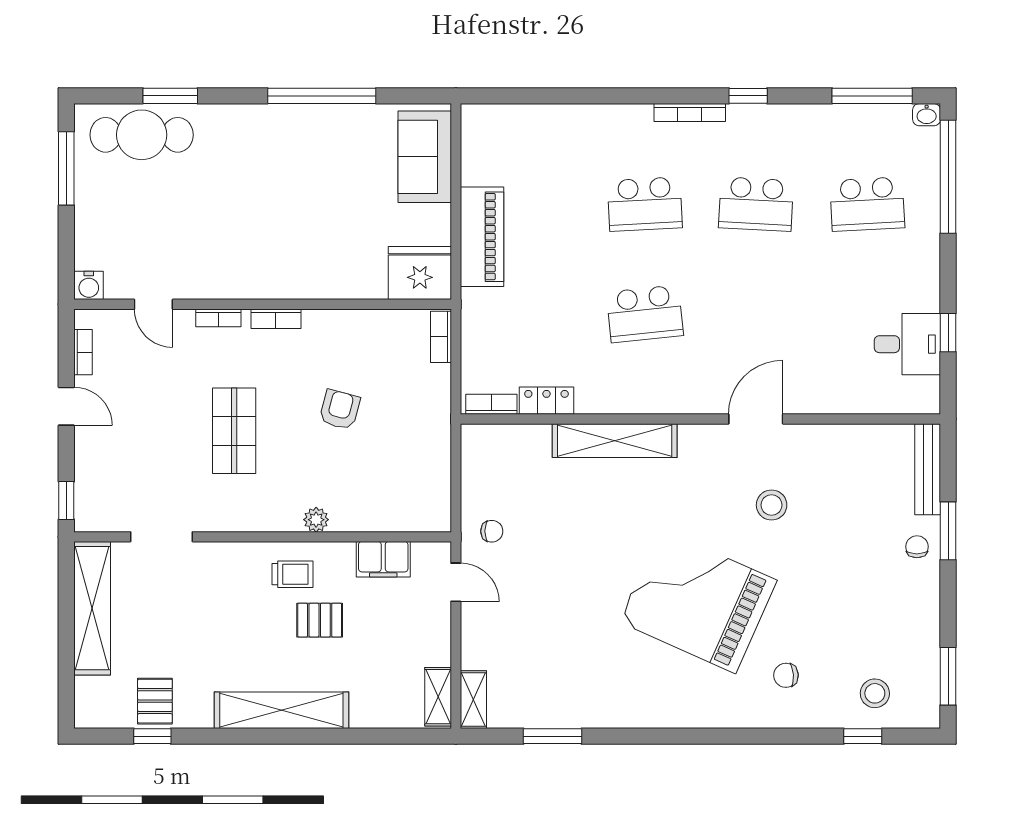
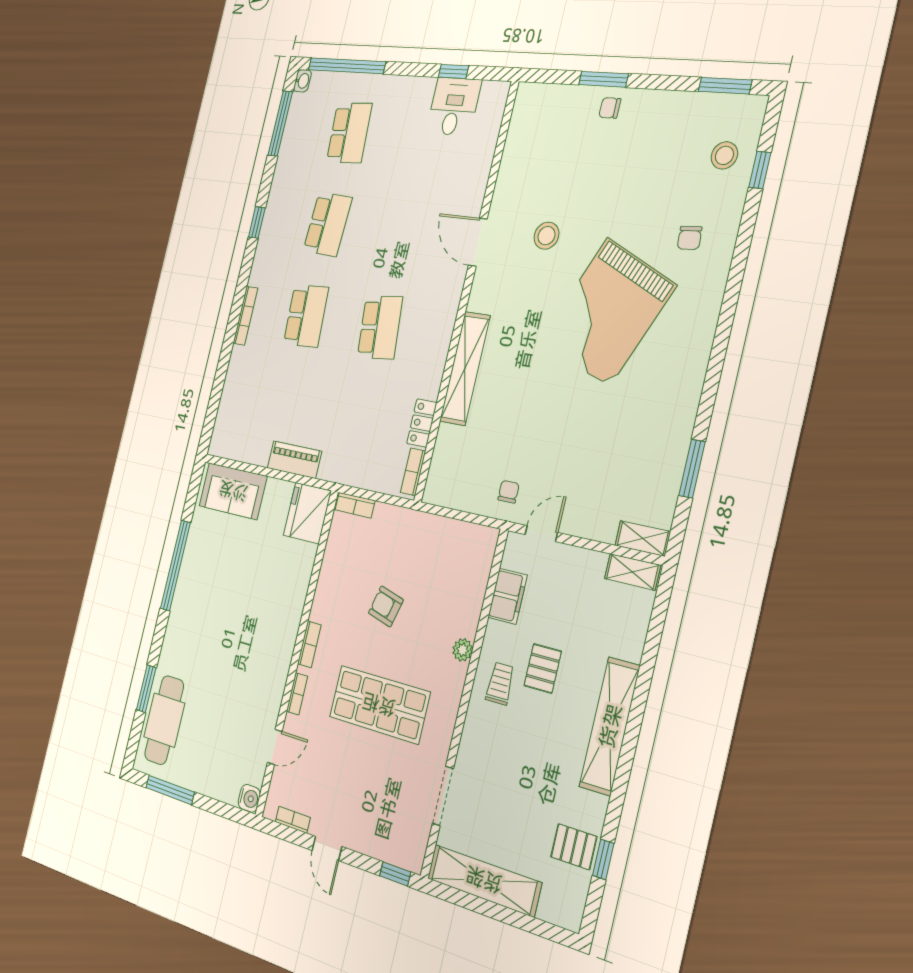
bookcase: (690, 113) -> (245, 316), moved
piano: (482, 237) -> (294, 460), width x0.73, depth x0.75
door: (66, 406) -> (327, 848), swing flipped
shop shelf: (234, 431) -> (379, 705), width x1.43, depth x1.36
bench: (928, 469) -> (551, 95), removed

